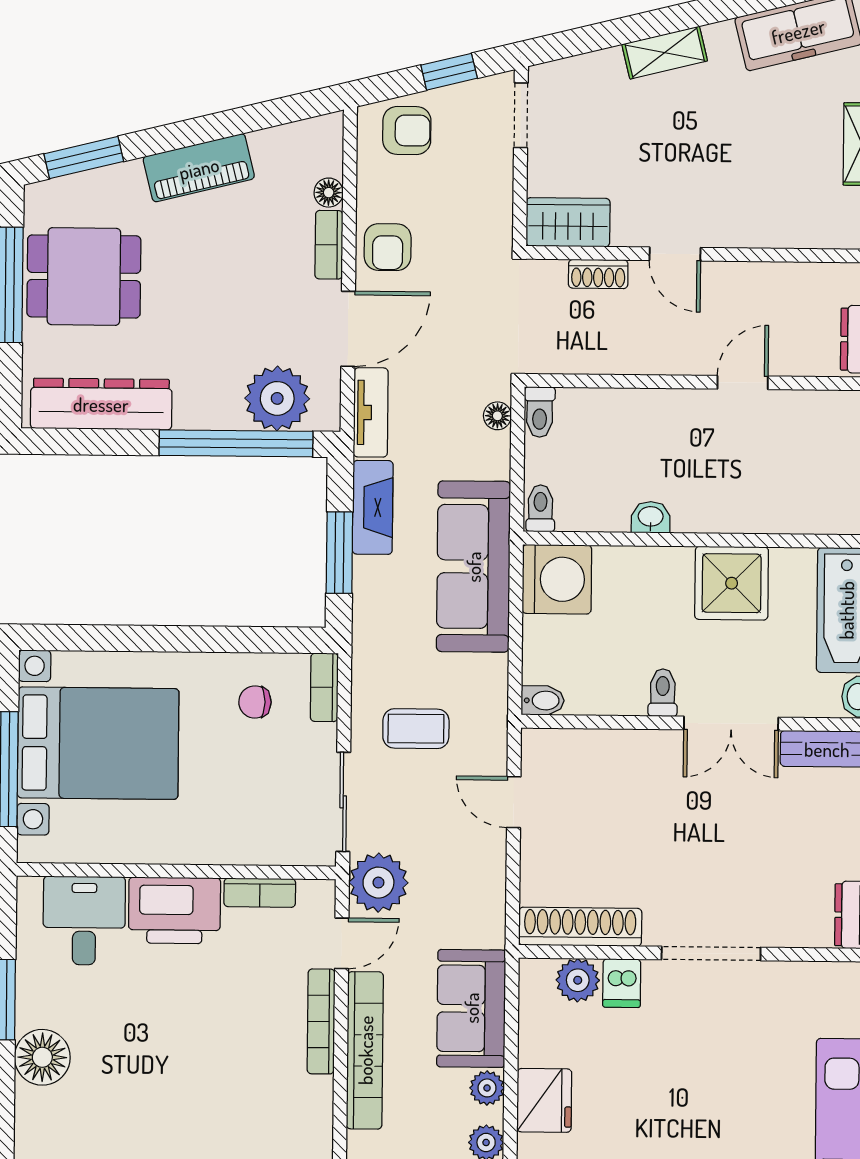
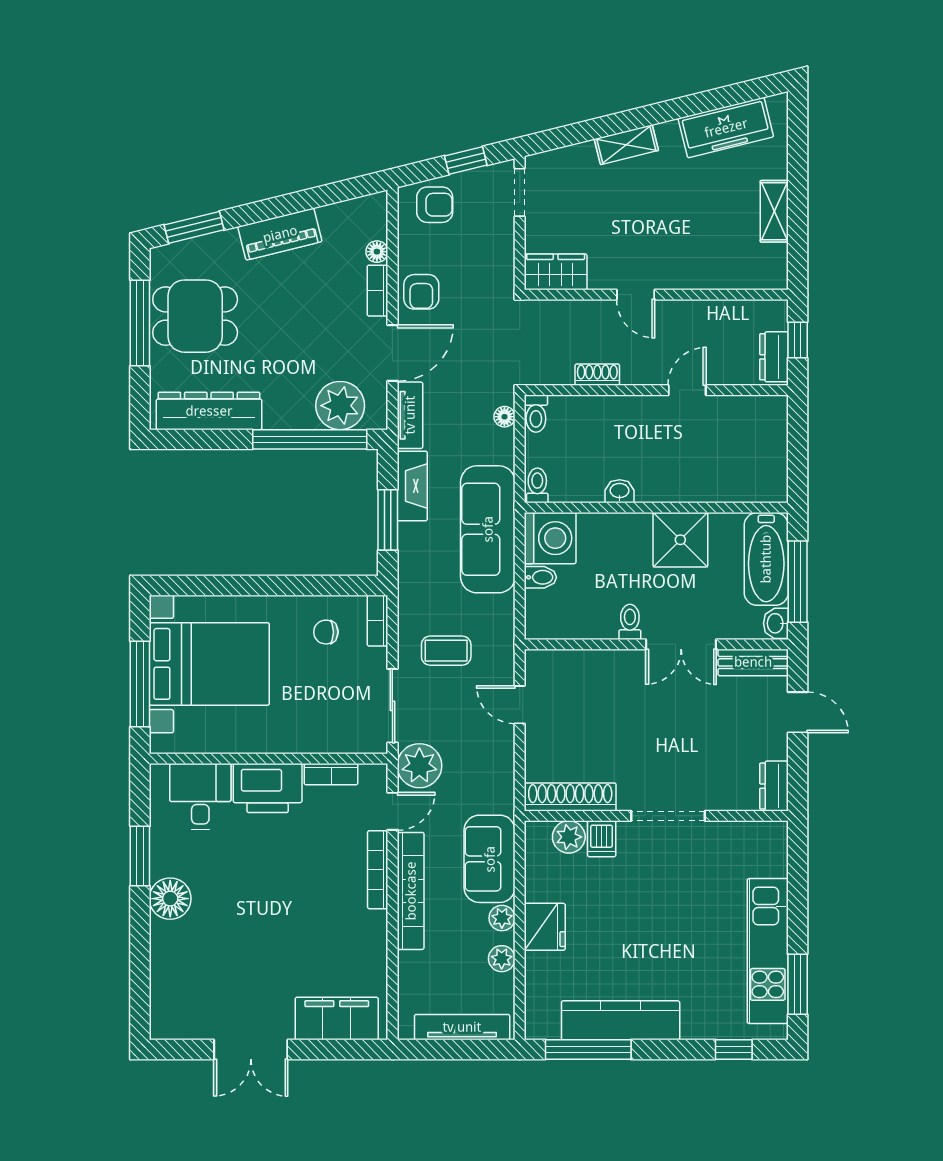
shoe rack: (598, 274) -> (597, 375), moved, turned 180
bidet: (543, 700) -> (540, 577), moved

